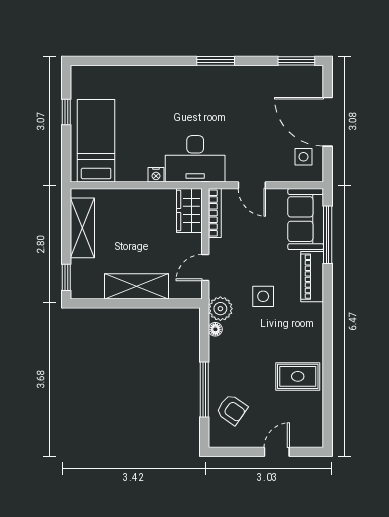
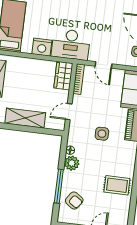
nightstand: (156, 175) -> (42, 47), width x1.89, depth x1.79
plant: (220, 309) -> (72, 163), moved

